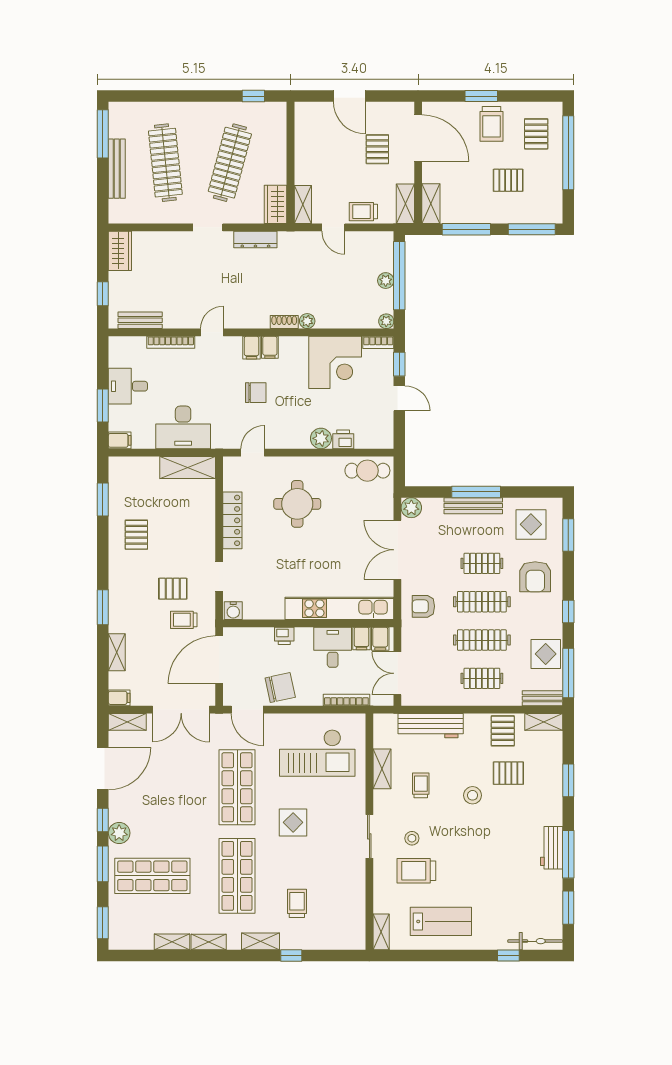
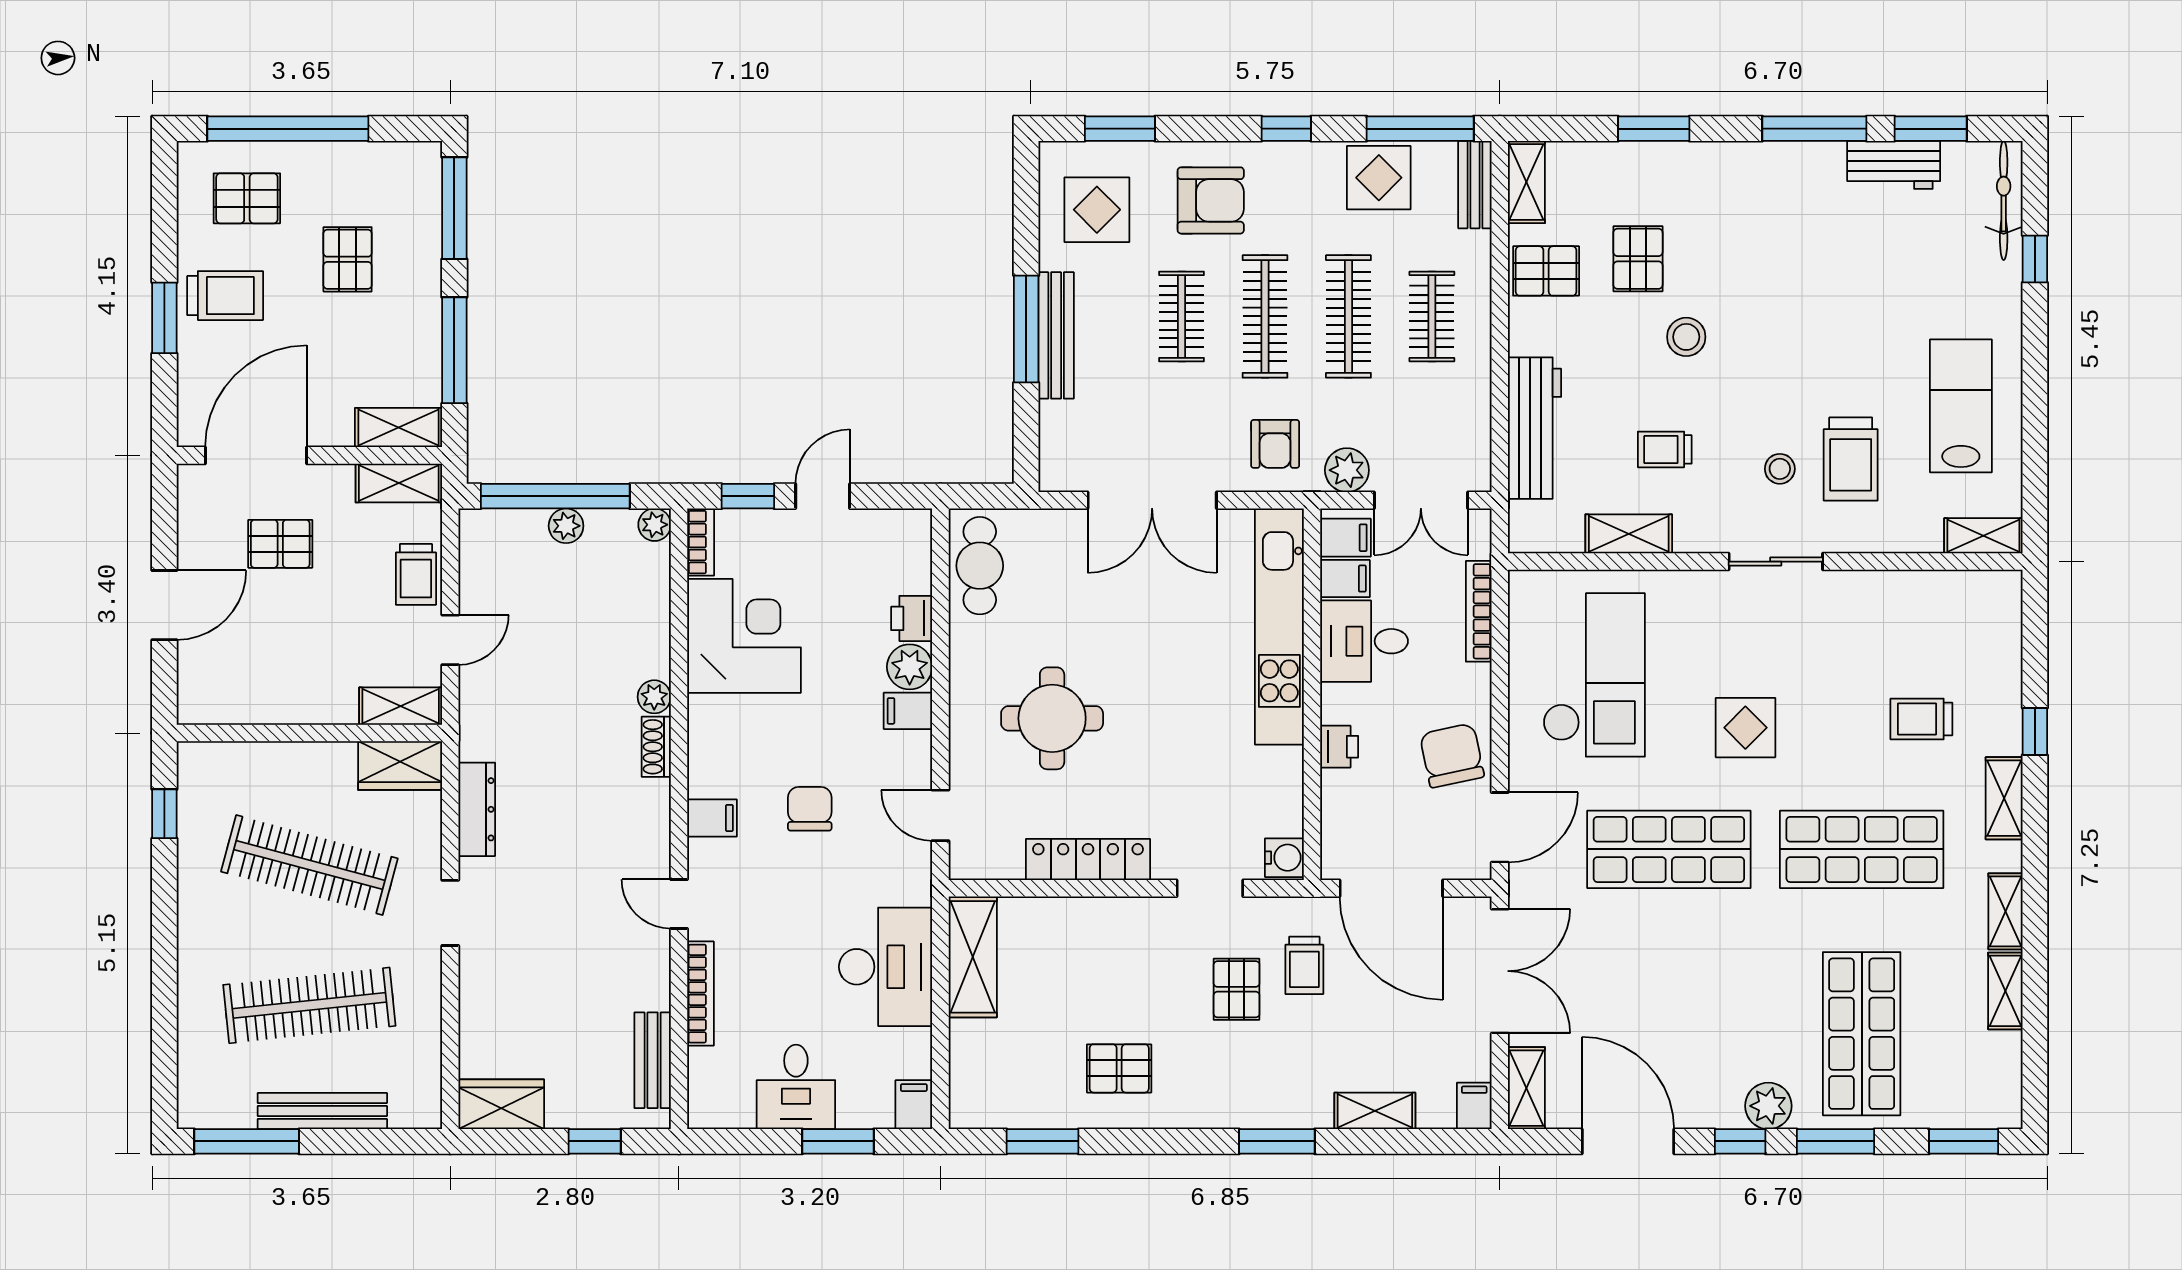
filing cabinet: (270, 347) -> (908, 711), moved, turned 180
plant: (411, 508) -> (1347, 470), moved
workbench: (552, 848) -> (1894, 165), moved

